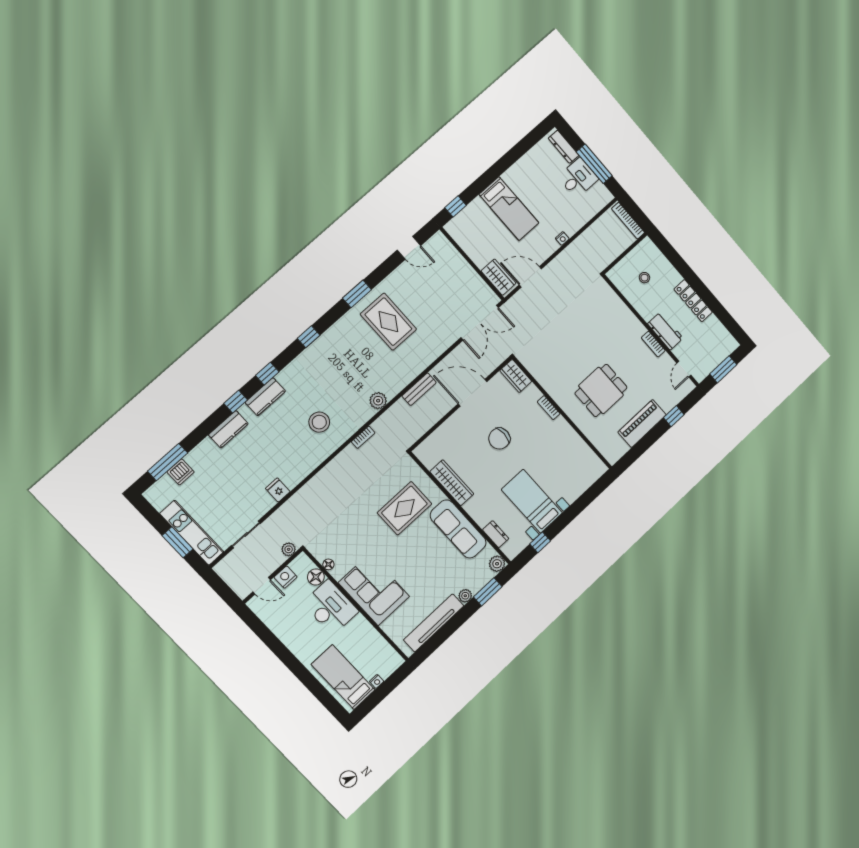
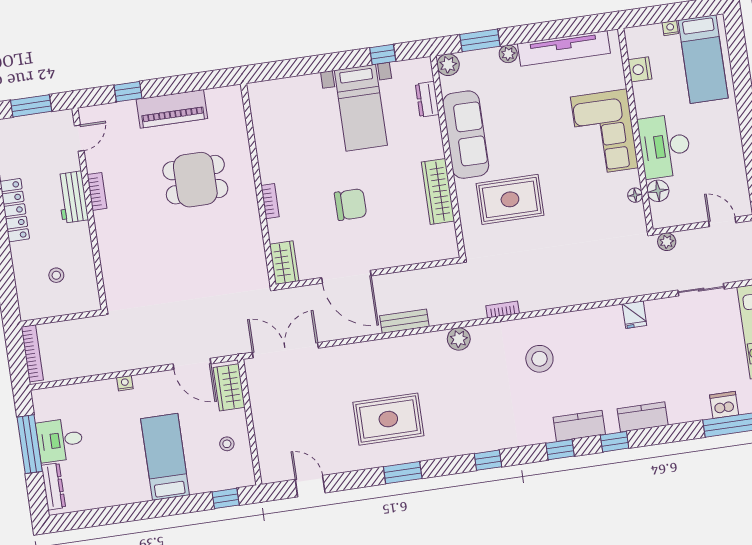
stool: (477, 241) -> (227, 444), added
rug: (388, 322) -> (388, 419), turned 90
nightstand: (286, 577) -> (640, 69), moved, turned 90

